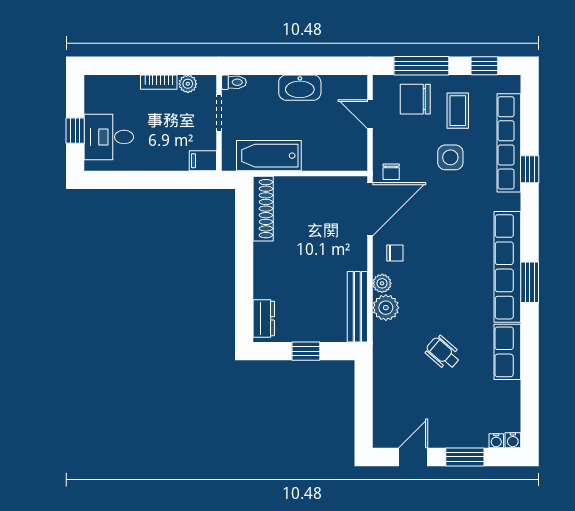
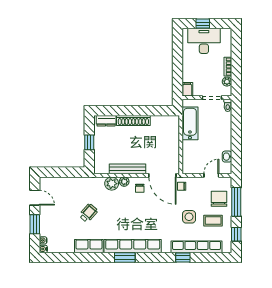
washbasin: (300, 88) -> (227, 157), moved, width x0.52, depth x0.69
desk: (109, 137) -> (204, 41), width x1.37
shoe rack: (263, 209) -> (133, 120), moved
bench: (357, 307) -> (127, 169), moved

